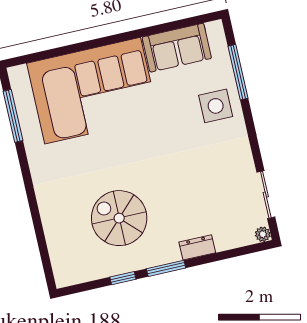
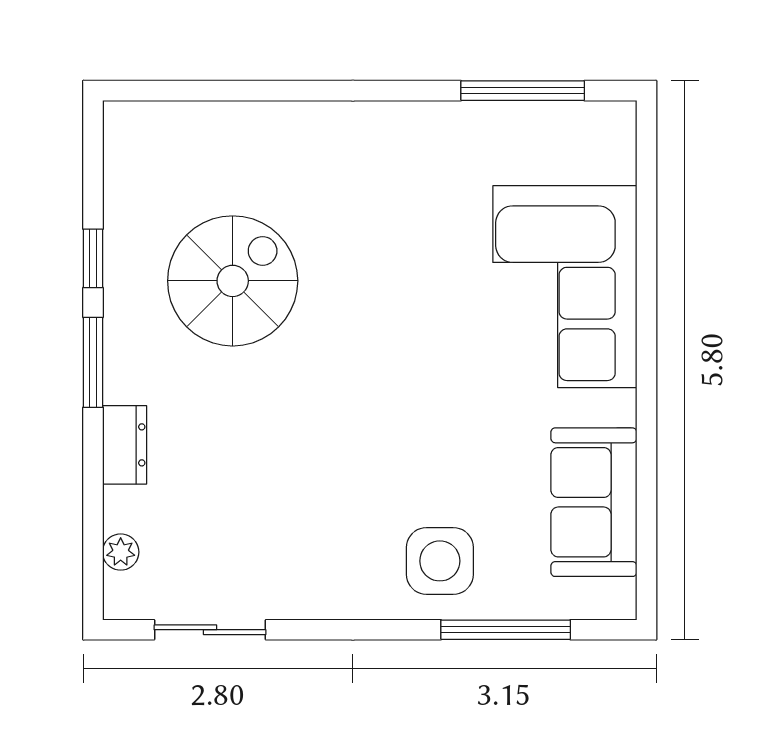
corner sofa: (93, 91) -> (565, 287), width x0.73, depth x0.74
plant: (263, 234) -> (121, 552), moved

